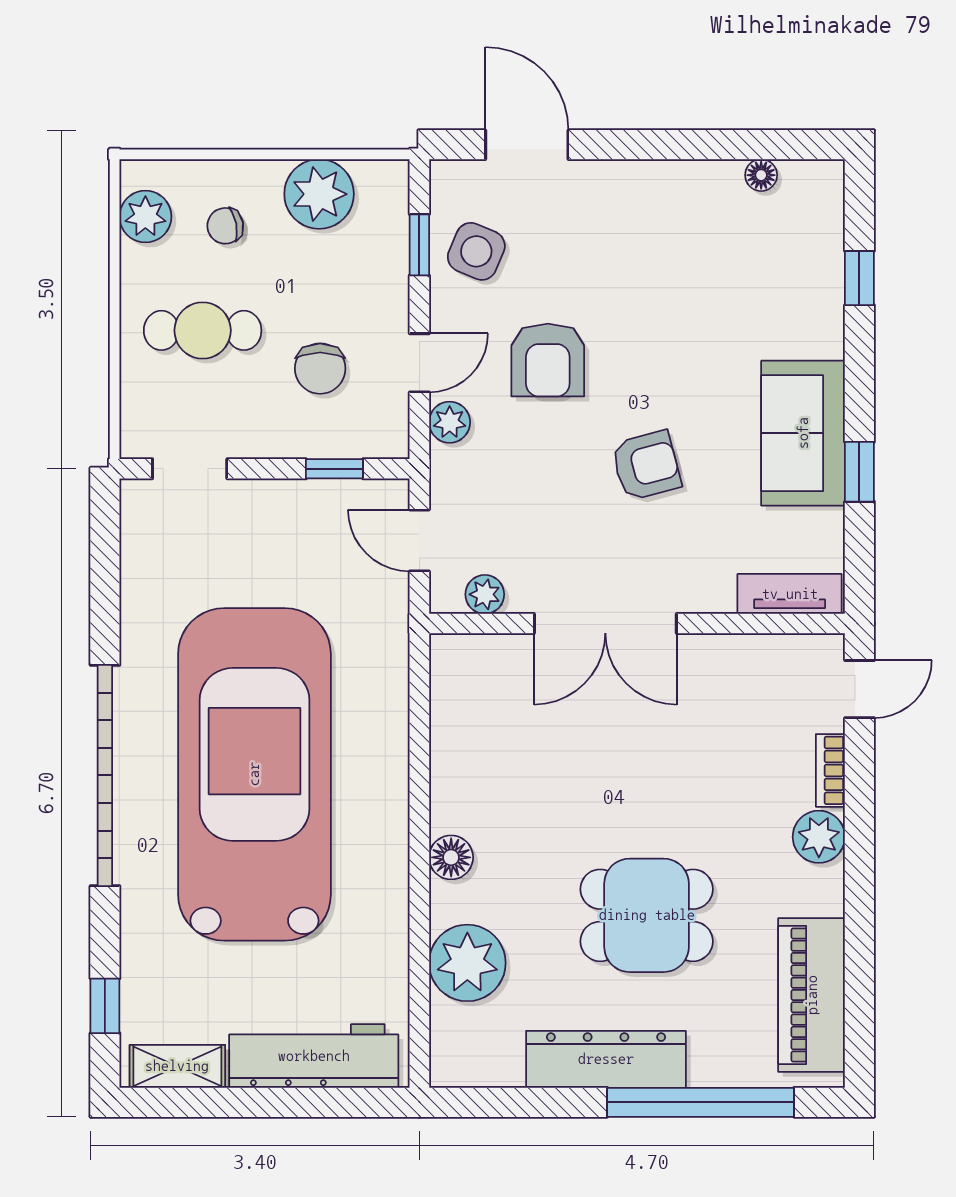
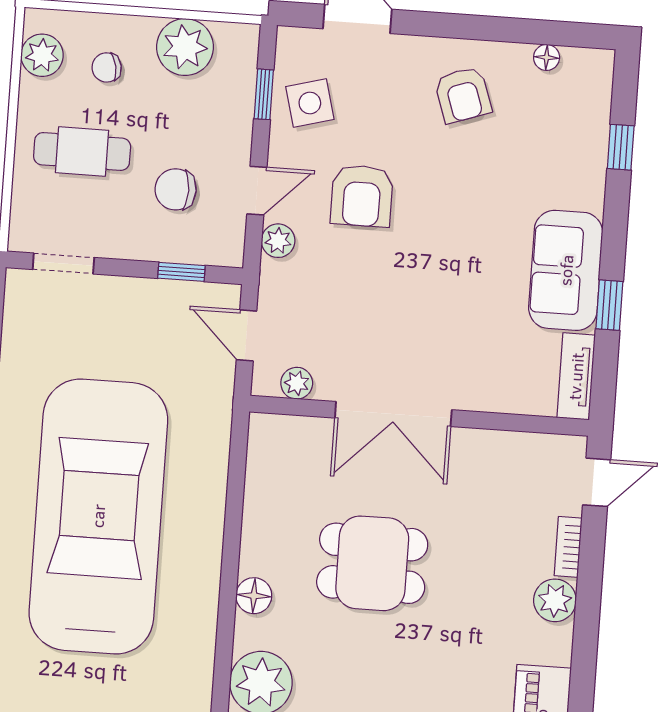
side table: (476, 251) -> (310, 103), turned -38
chair: (320, 369) -> (176, 189), turned 90
armchair: (646, 465) -> (463, 95), moved, turned 86
tv unit: (790, 594) -> (576, 376), moved, turned -90
dining table: (647, 915) -> (372, 563), moved

